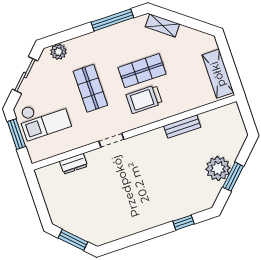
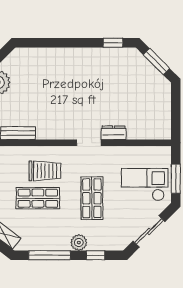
window: (68, 35) -> (96, 255), added
plant: (58, 52) -> (79, 243), moved
dresser: (73, 164) -> (114, 133), moved
window: (183, 223) -> (113, 43), moved

